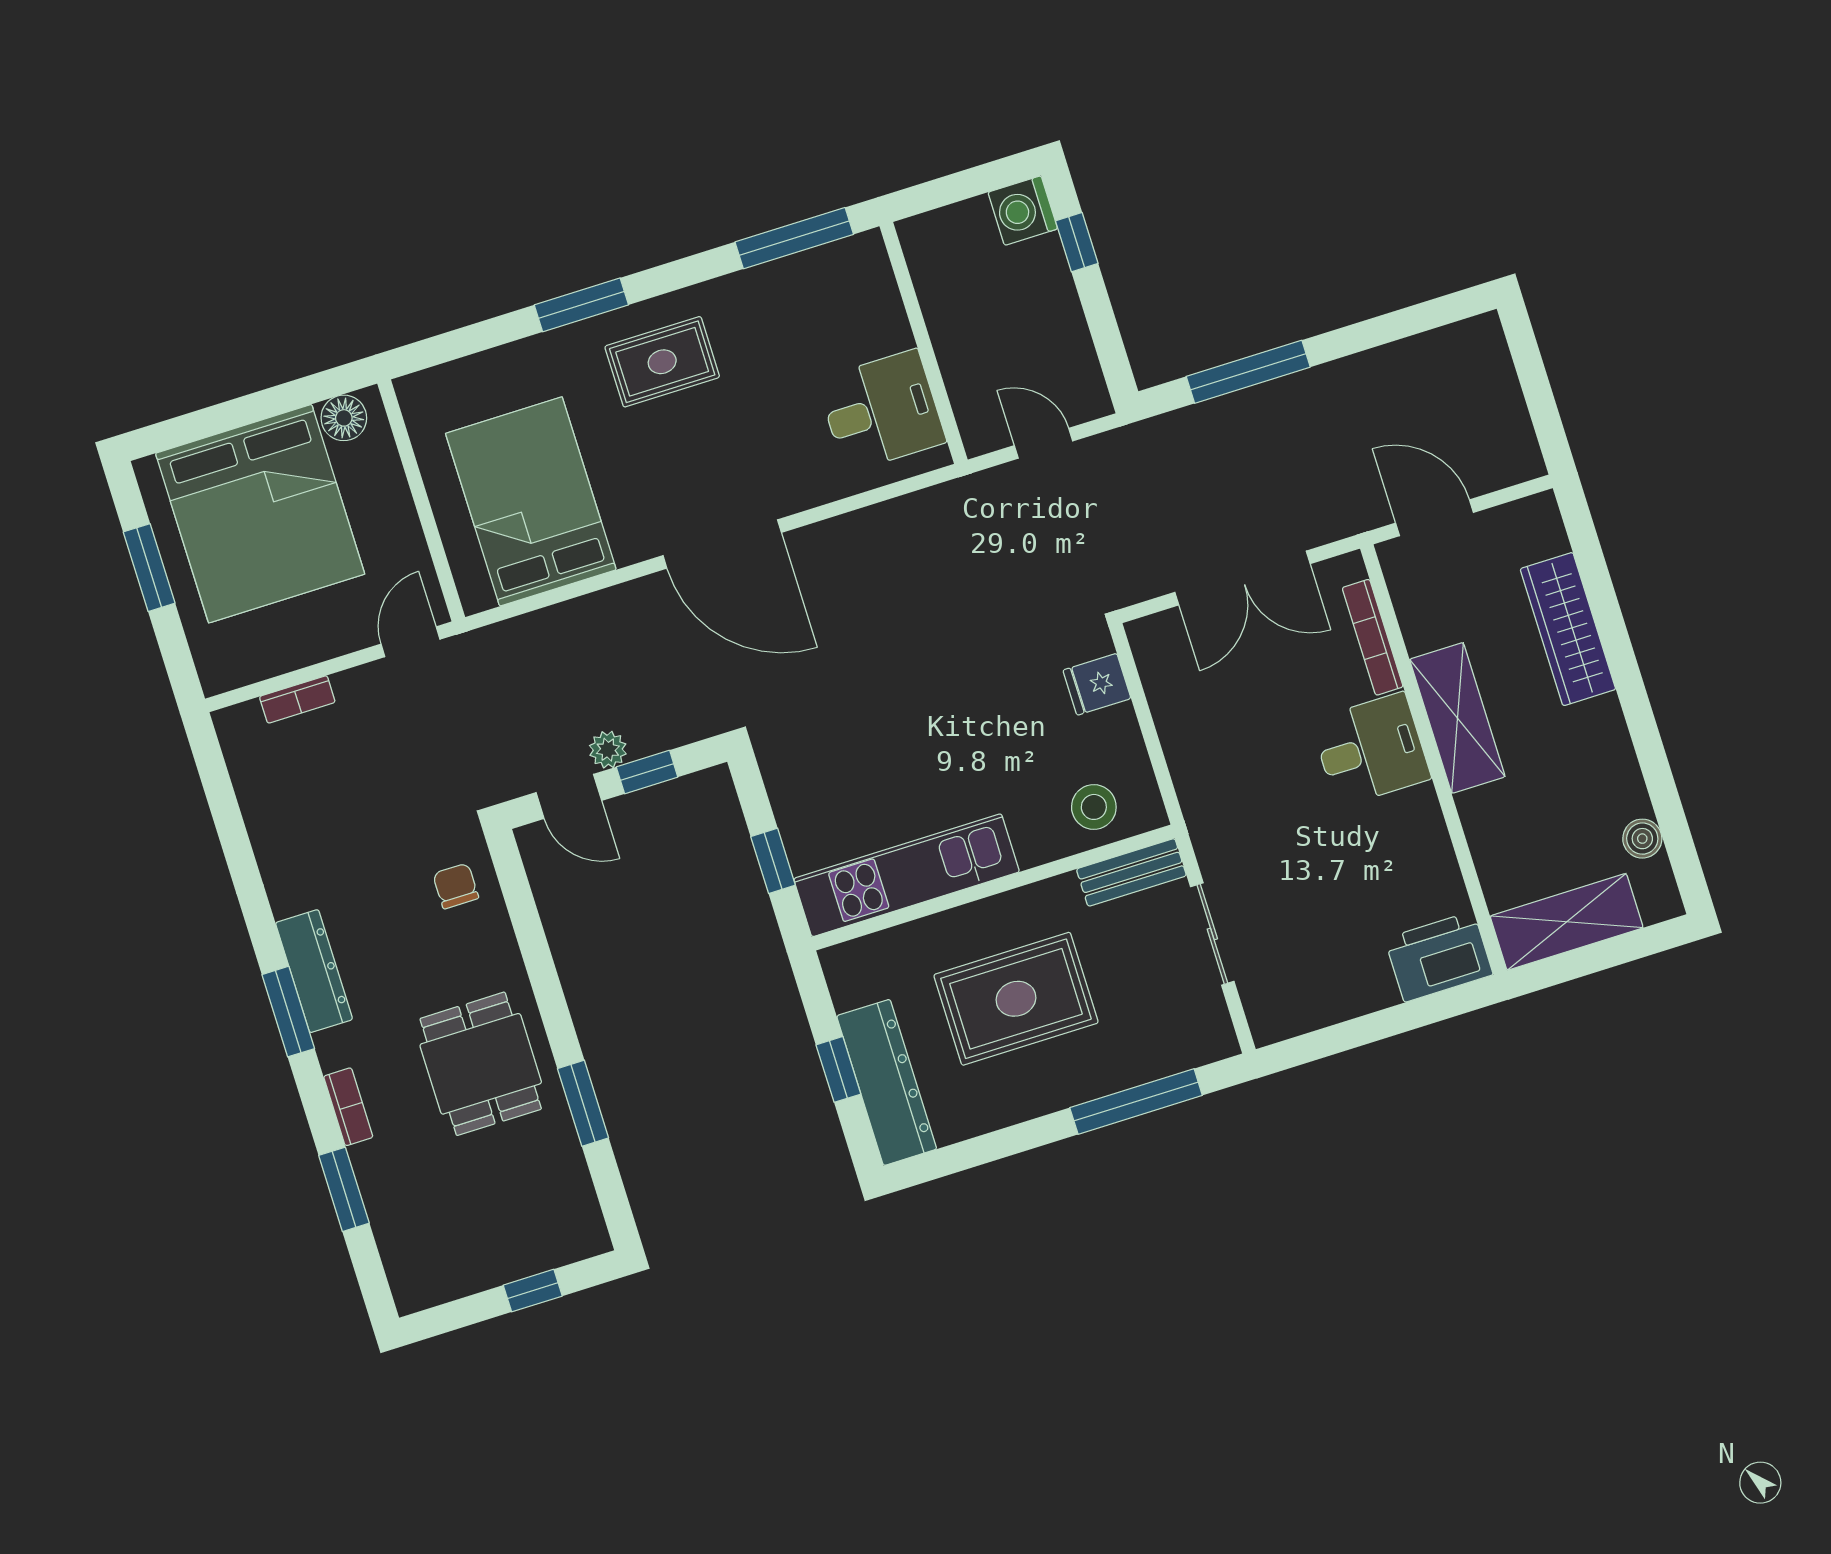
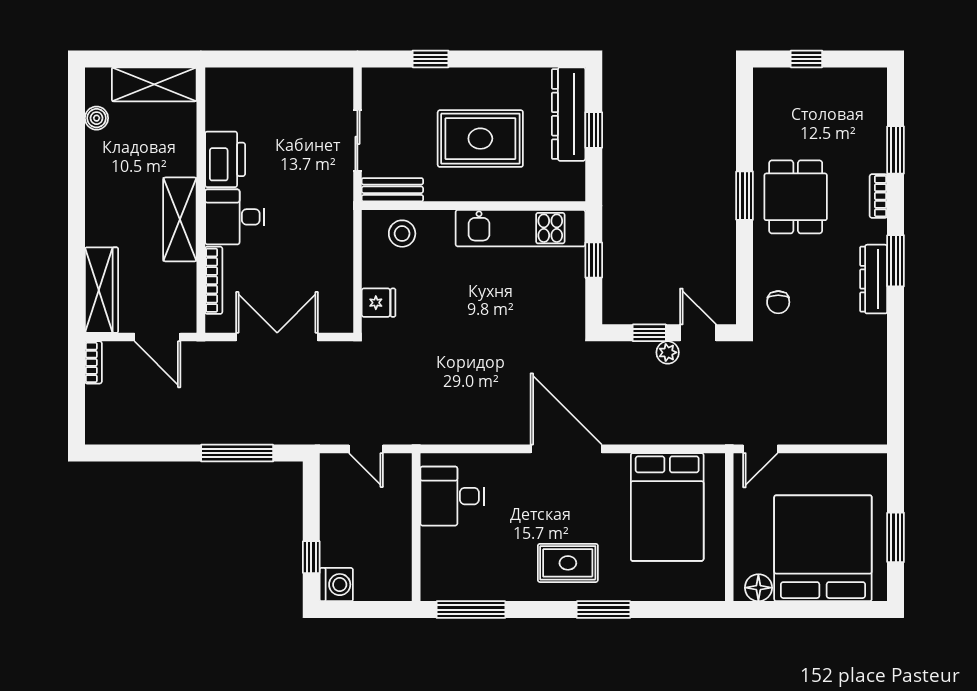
wardrobe: (1568, 629) -> (101, 290), moved
bookcase: (297, 699) -> (93, 362), moved, turned 90
printer: (1439, 957) -> (225, 159), moved, turned -90
window: (1136, 1102) -> (430, 59), width x0.46
window: (583, 1103) -> (745, 196), moved

